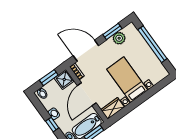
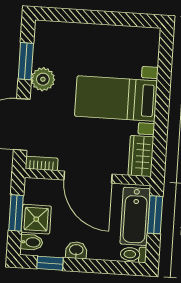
plant: (119, 38) -> (43, 79), moved
window: (152, 44) -> (94, 17), removed
shower: (64, 79) -> (36, 219), moved
window: (52, 125) -> (50, 263), moved

